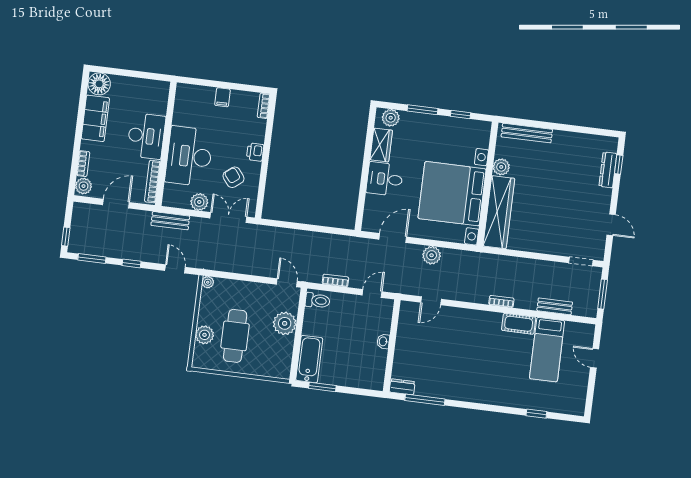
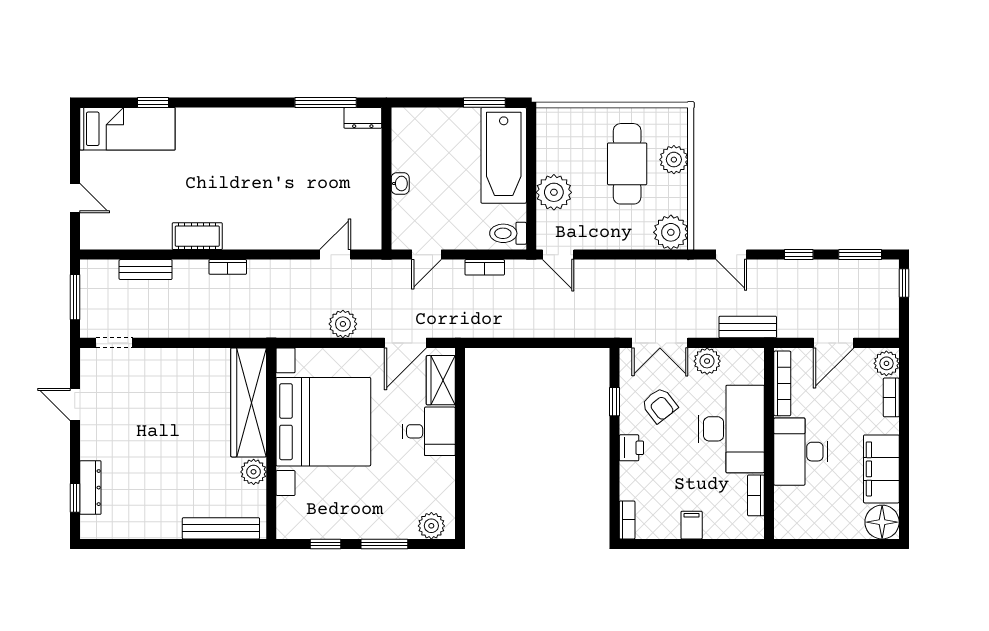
bookcase: (178, 111) -> (756, 495), added
wardrobe: (381, 145) -> (441, 380), moved
window: (262, 183) -> (615, 402), added
plant: (208, 282) -> (671, 232), width x1.88, depth x1.88
bed: (547, 350) -> (127, 129), moved, turned 90
bathtub: (309, 359) -> (504, 155), width x1.36, depth x1.36

